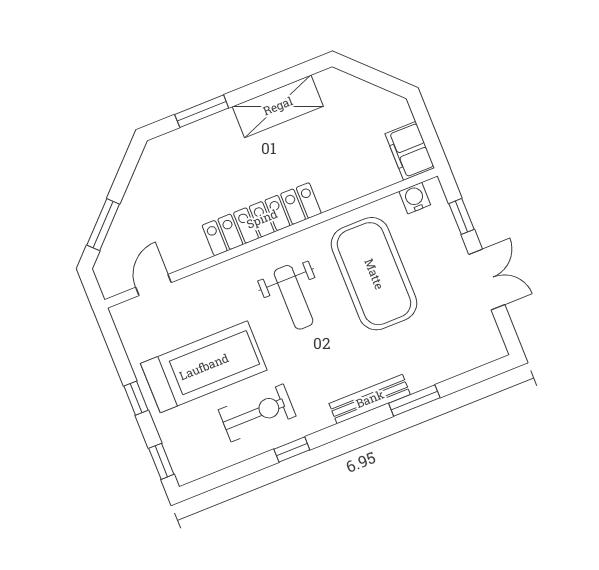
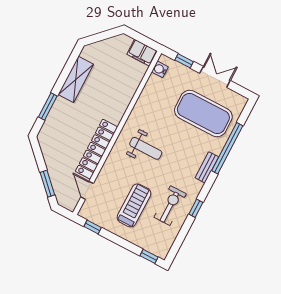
locker: (262, 219) -> (97, 149), moved
exercise mat: (374, 274) -> (203, 113), moved
treadmill: (204, 367) -> (134, 205), width x0.73, depth x0.73
window: (136, 398) -> (93, 227), moved
bench: (370, 399) -> (207, 167), width x0.73
window: (414, 401) -> (227, 148), width x2.11

